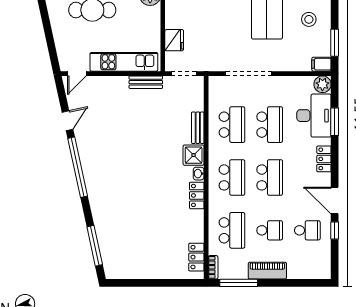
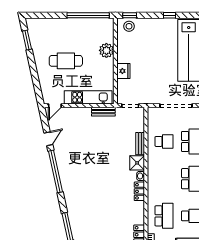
fridge: (174, 40) -> (123, 71), moved
school desk: (232, 125) -> (164, 141), width x0.54
school desk: (232, 177) -> (164, 179), removed

